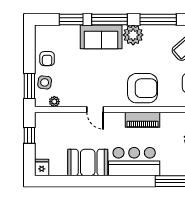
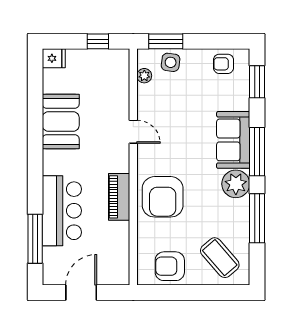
window: (71, 19) -> (257, 82), moved
armchair: (47, 59) -> (223, 64), moved
door: (95, 110) -> (133, 132), swing flipped
bar counter: (134, 162) -> (62, 211), moved

